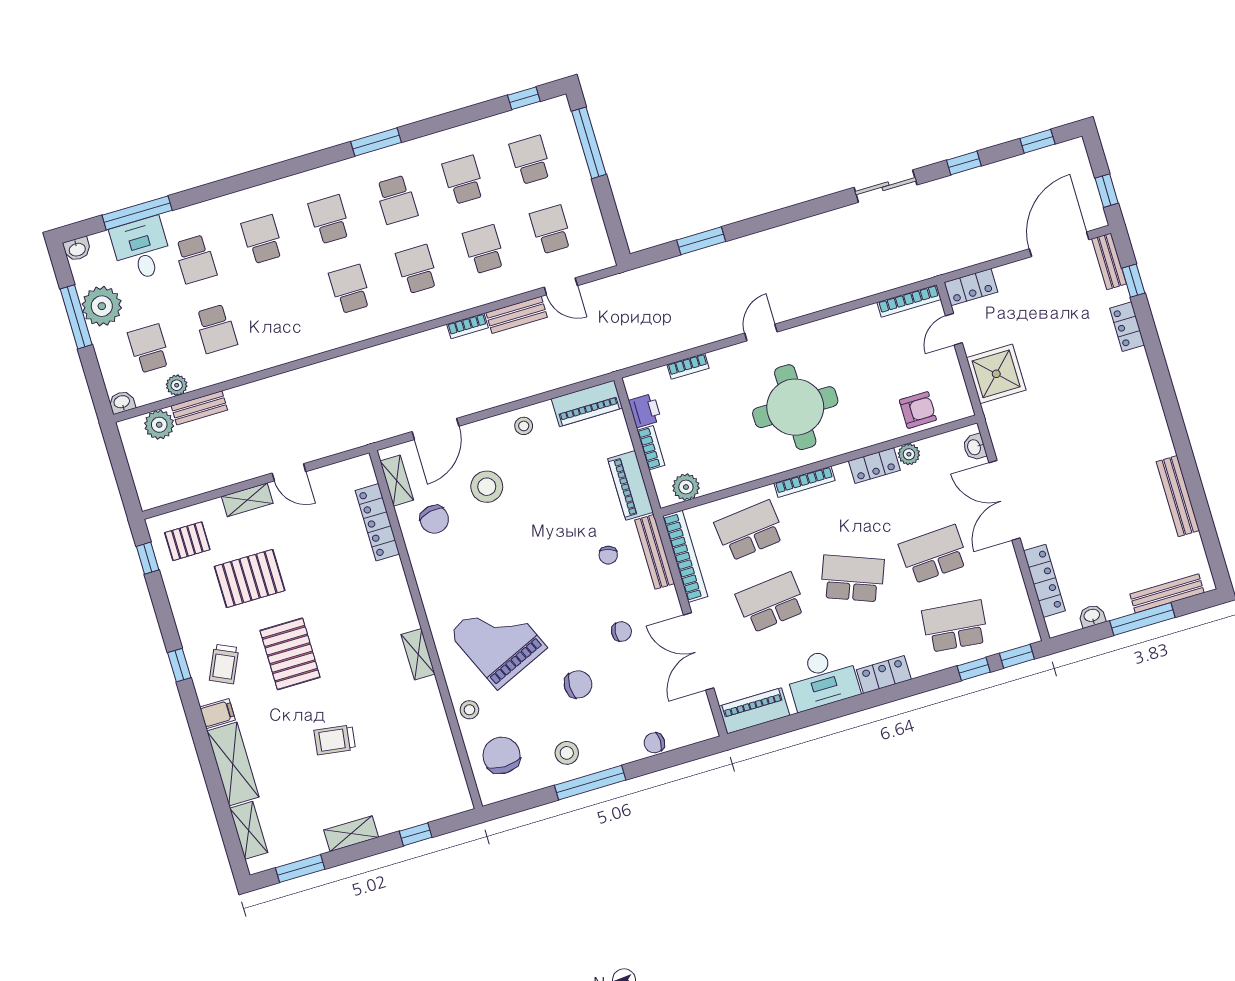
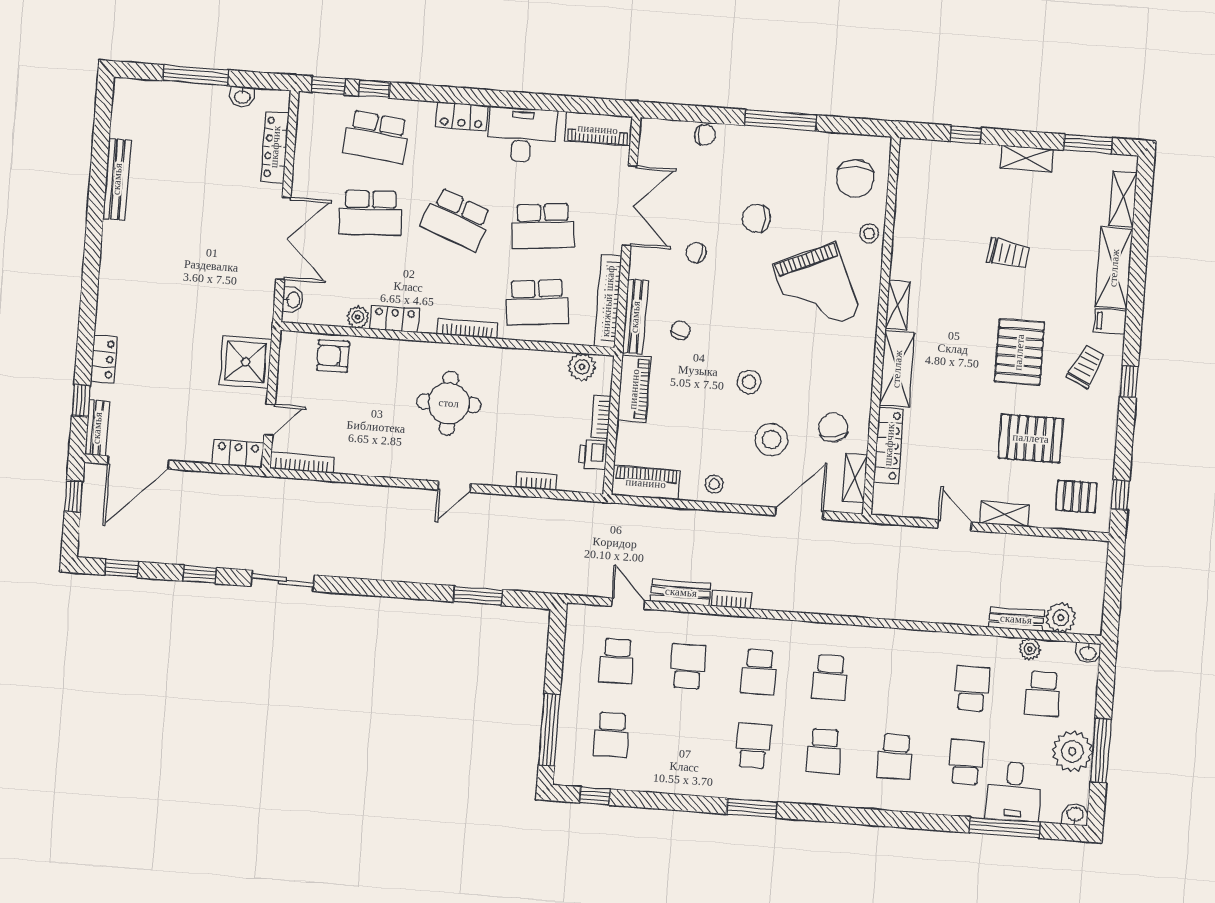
school desk: (463, 180) -> (682, 740), removed
school desk: (484, 249) -> (688, 667), turned 180
round table: (795, 407) -> (449, 403), width x0.73, depth x0.73
bench: (1167, 593) -> (163, 91), removed
shelving: (397, 595) -> (897, 369), added
stool: (567, 753) -> (749, 382), moved

